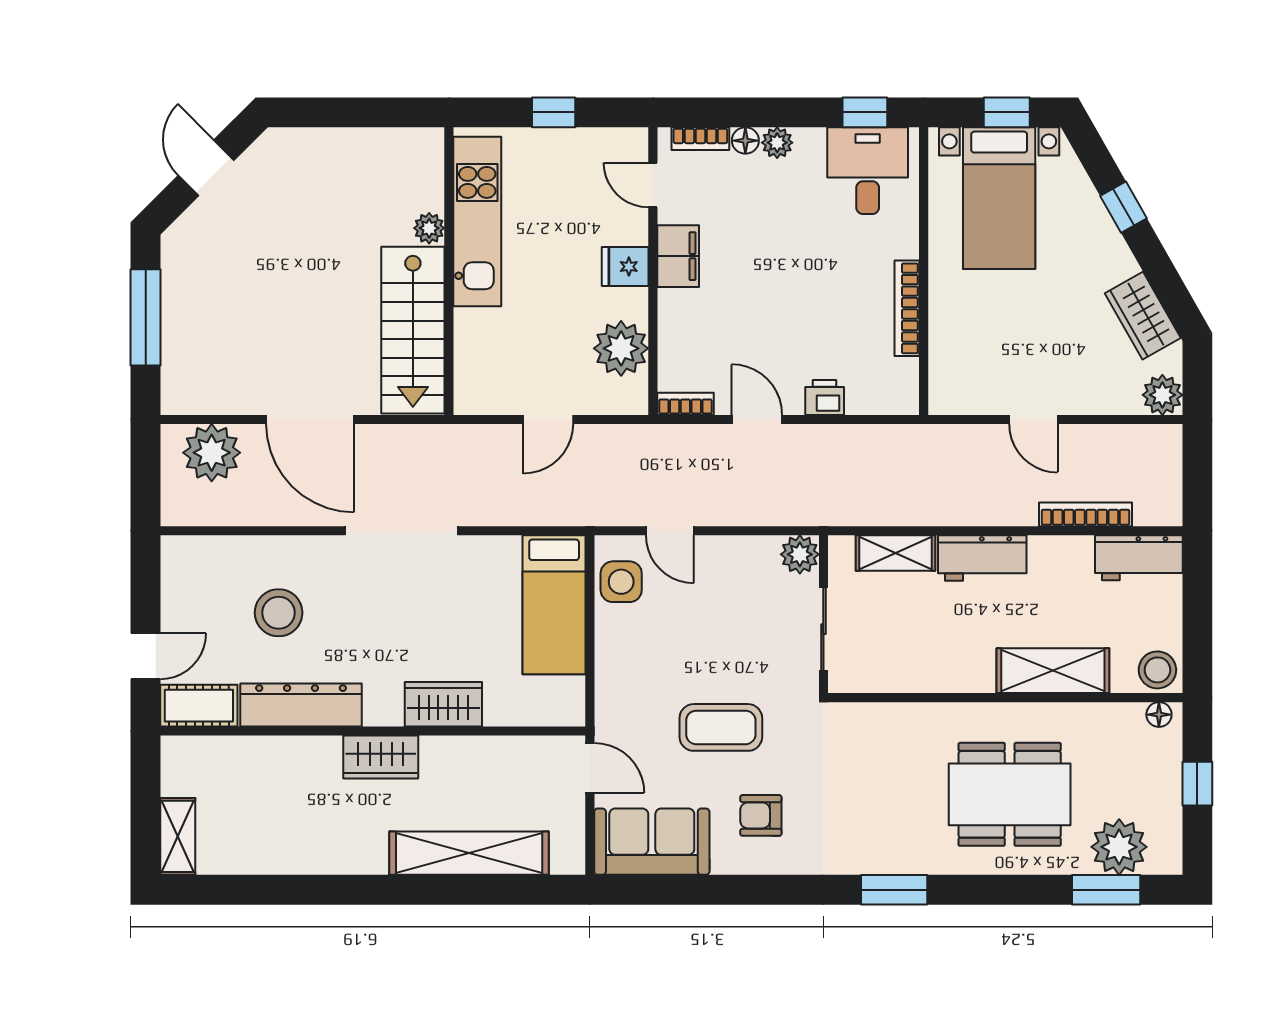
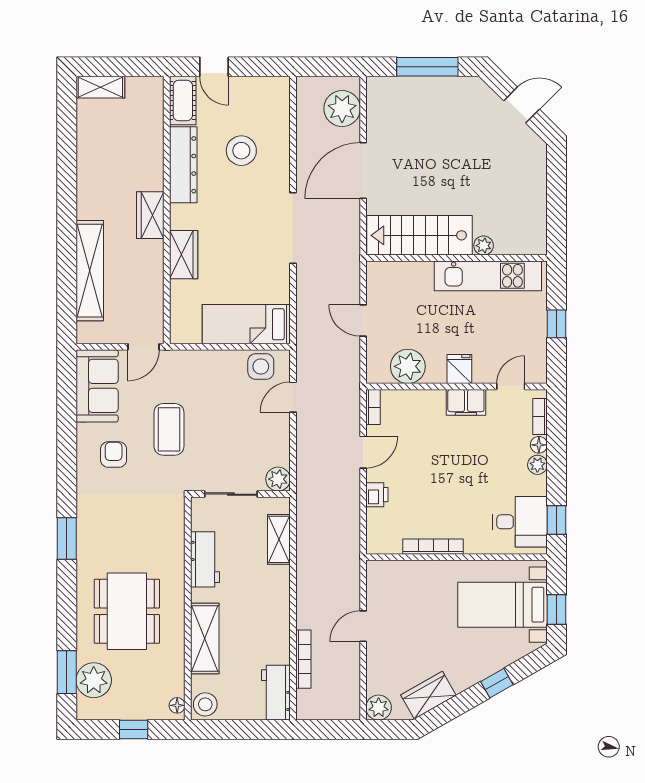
workbench: (982, 558) -> (205, 559), moved, turned 180

